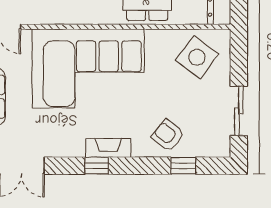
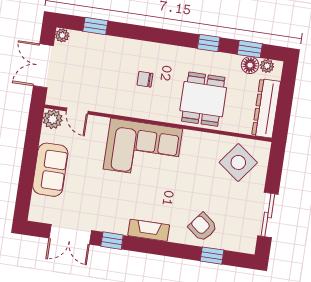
corner sofa: (88, 69) -> (143, 149), width x0.73, depth x0.74
window: (97, 166) -> (112, 241), moved

